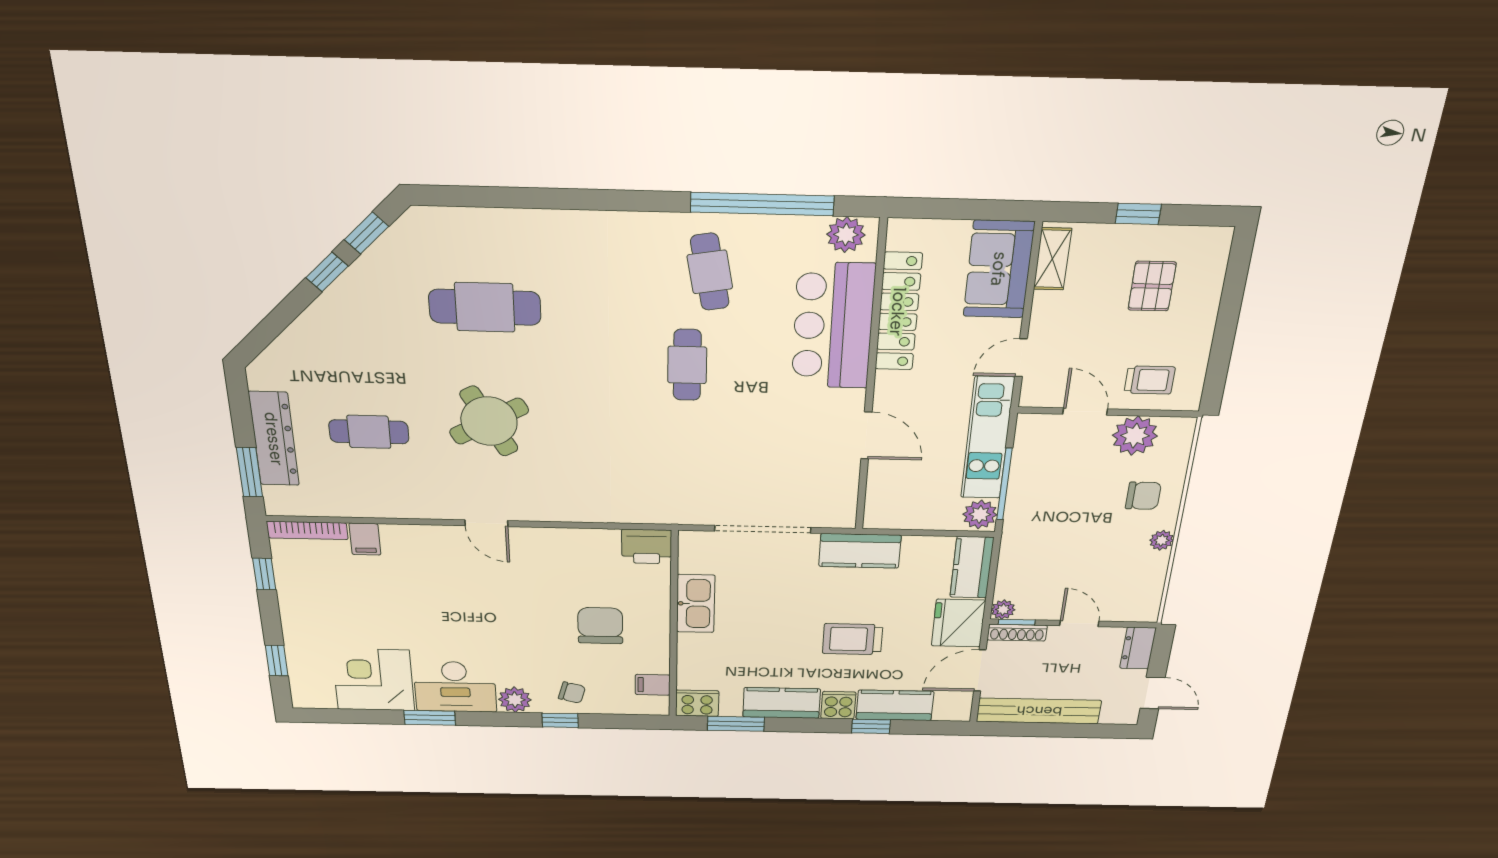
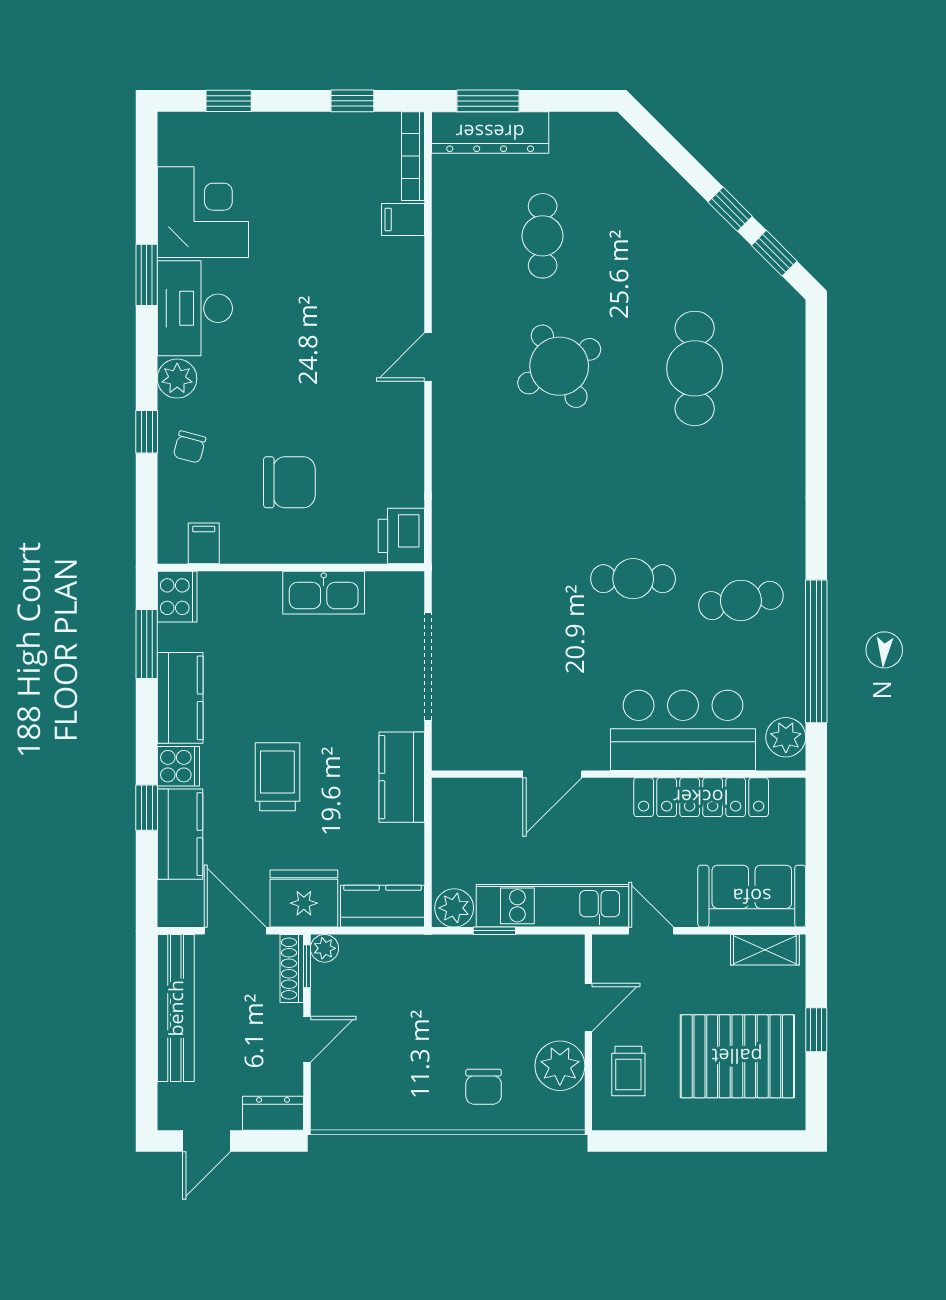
pallet: (1152, 286) -> (737, 1056), width x2.05, depth x2.00
dresser: (274, 439) -> (490, 132), moved
window: (1004, 484) -> (494, 931), width x0.46
plant: (1162, 540) -> (425, 1117), removed

